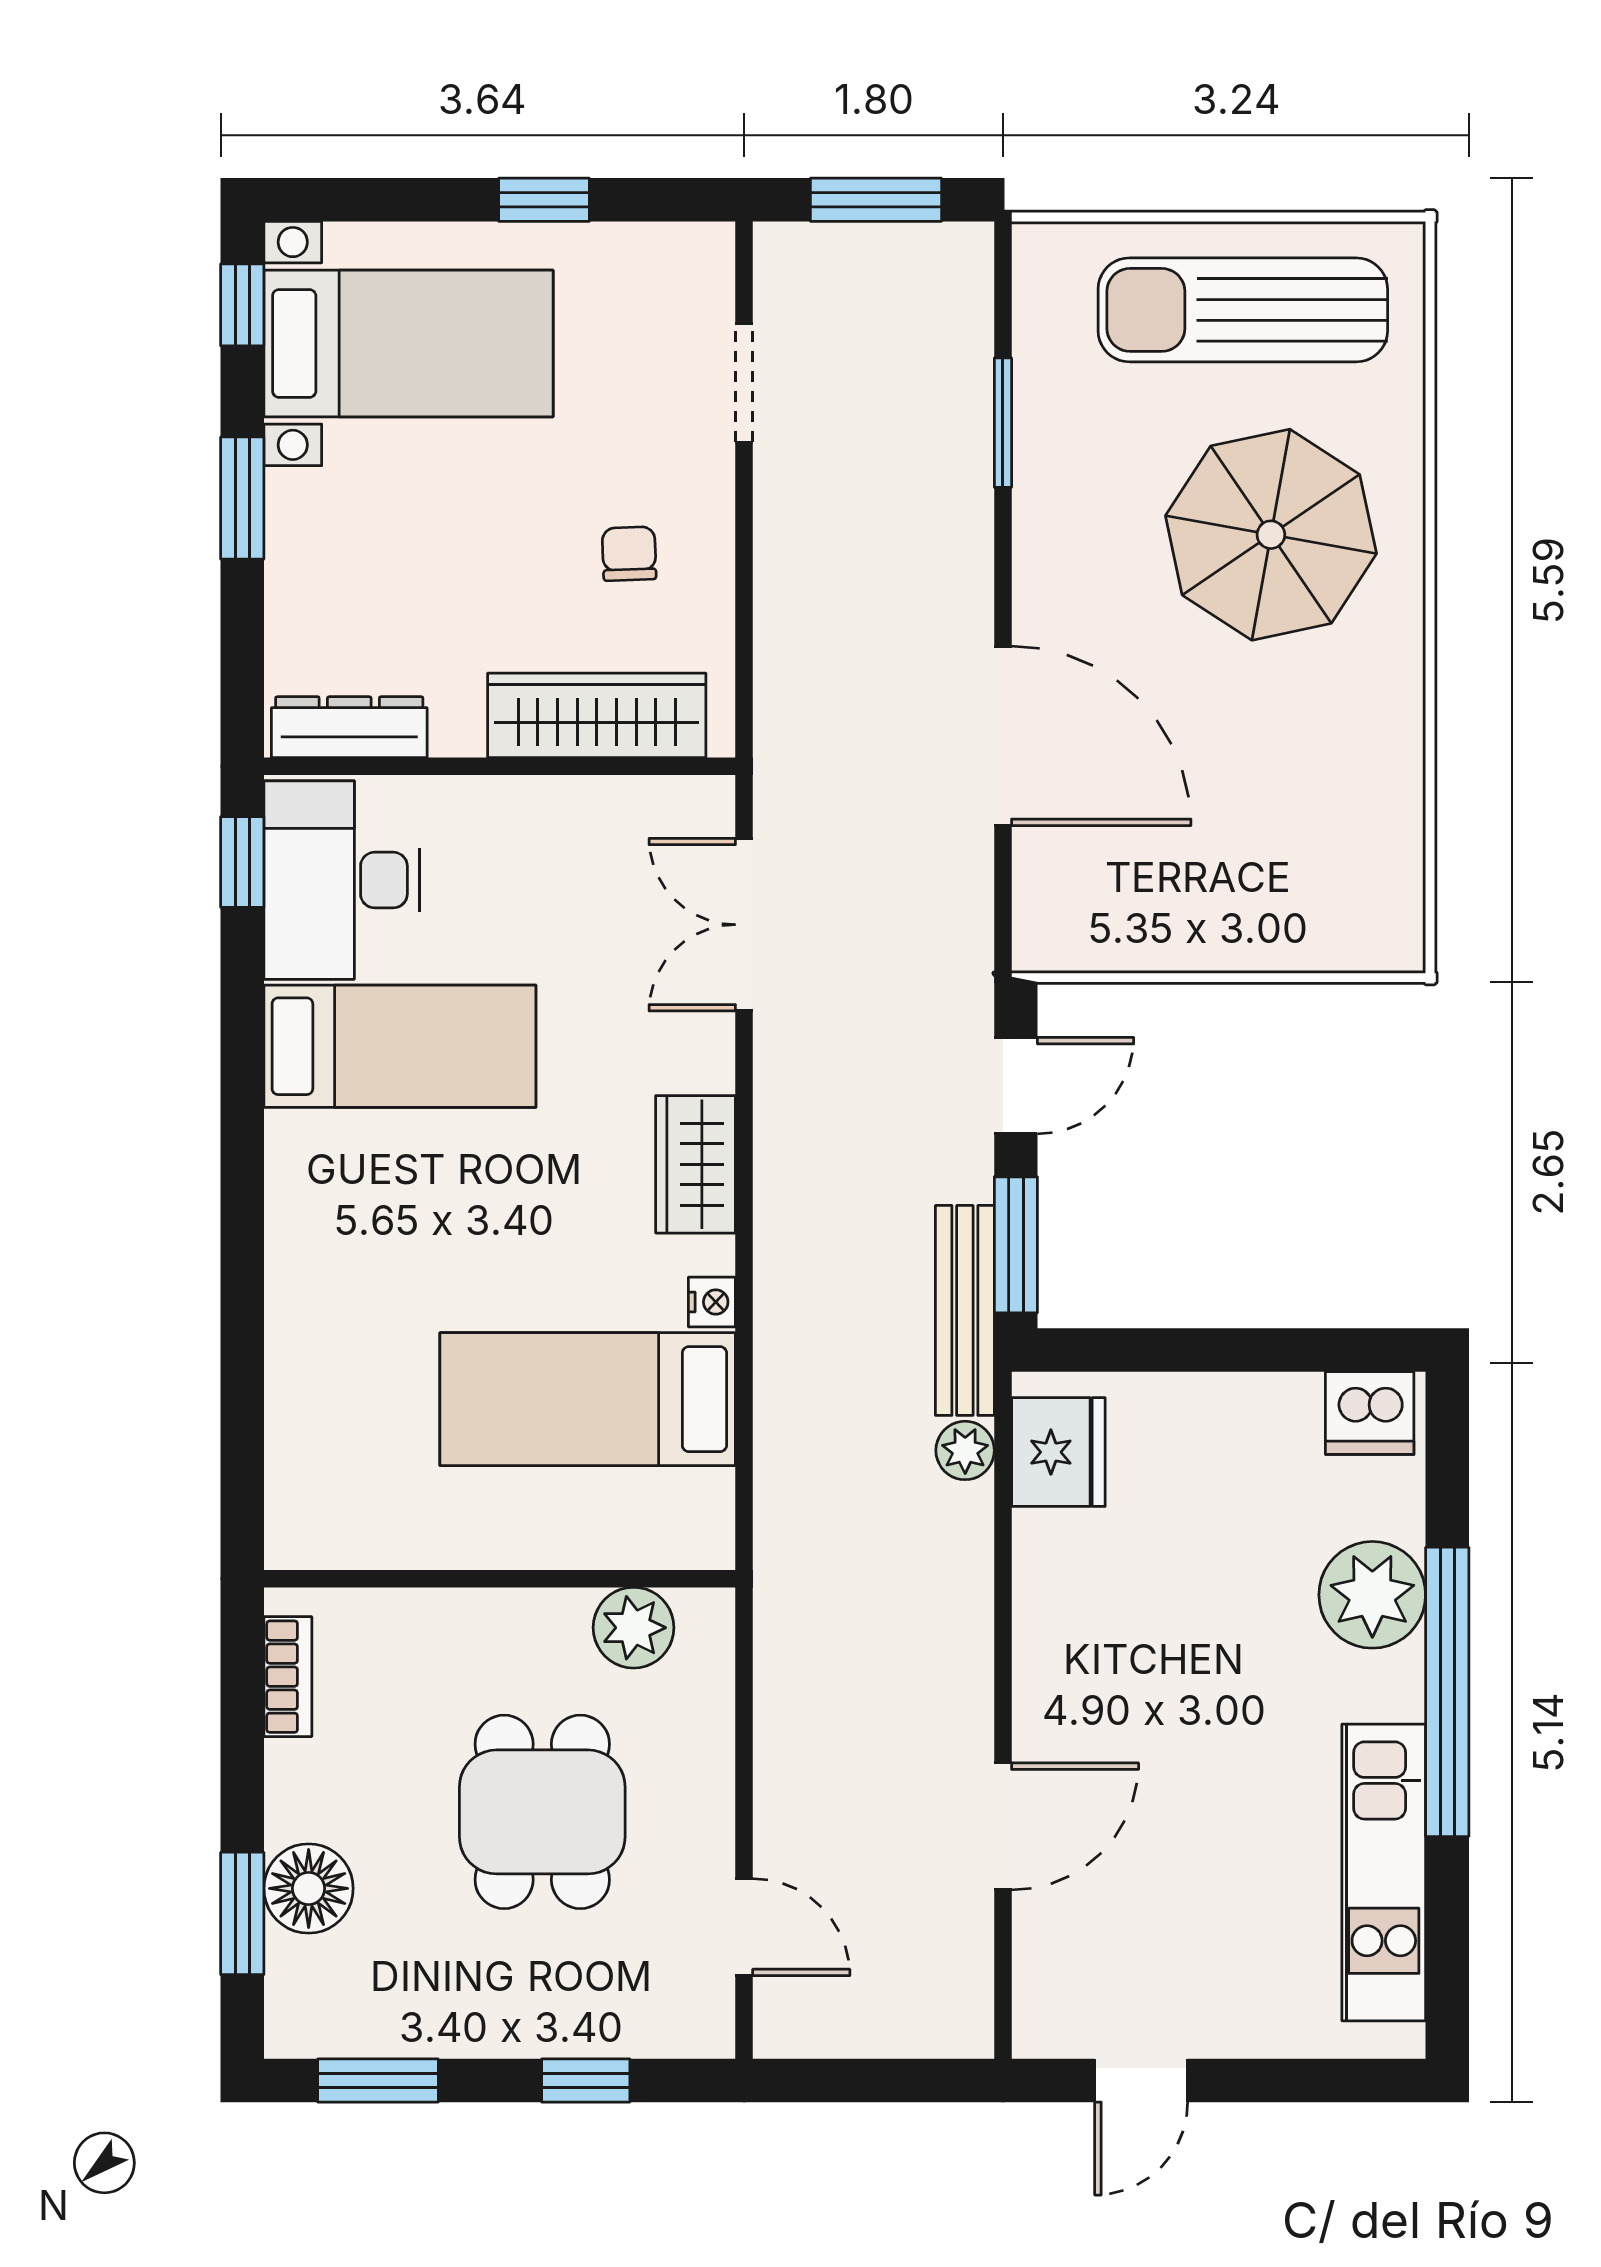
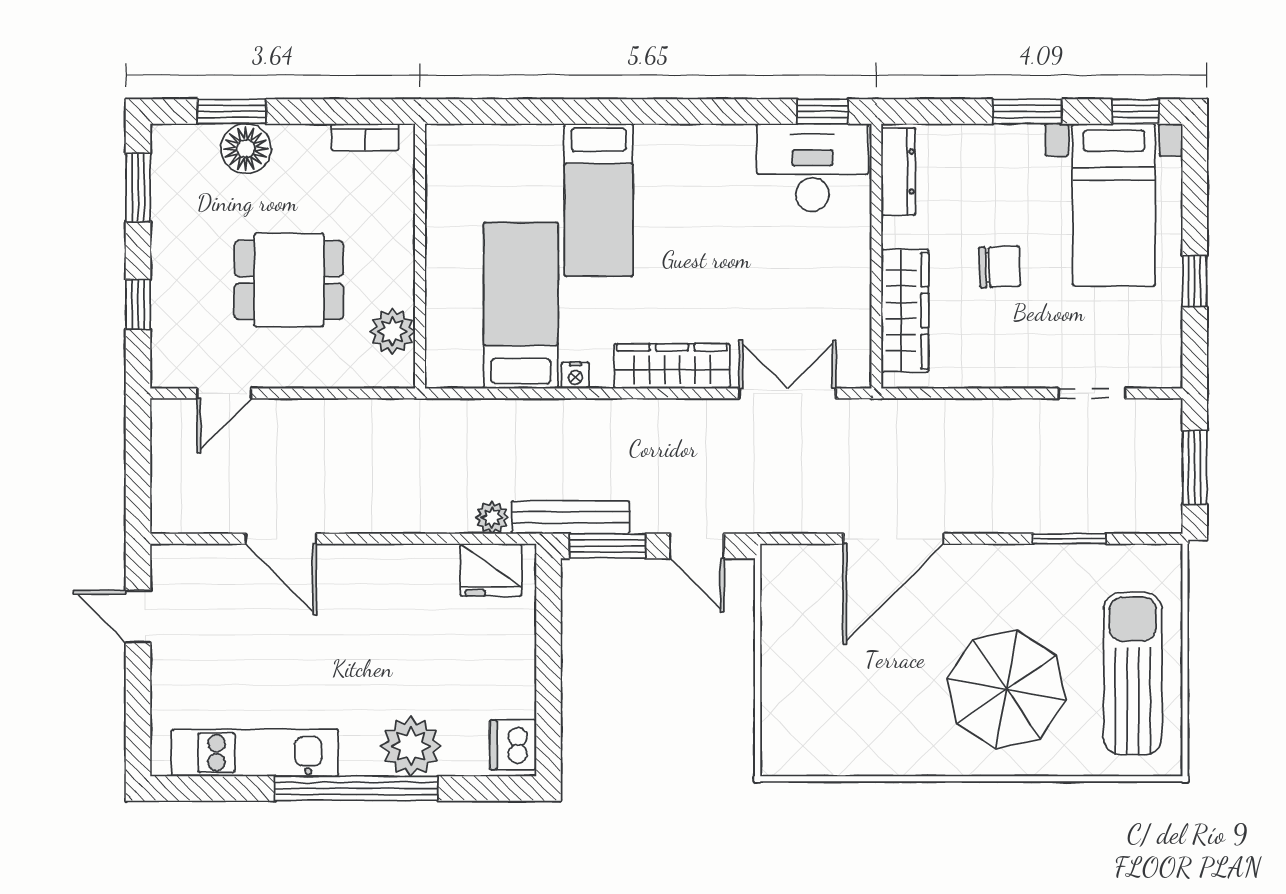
chair: (629, 554) -> (1000, 267), moved, width x1.37, depth x1.37
bed: (400, 1046) -> (599, 200), moved
wardrobe: (696, 1164) -> (672, 366), width x1.50

